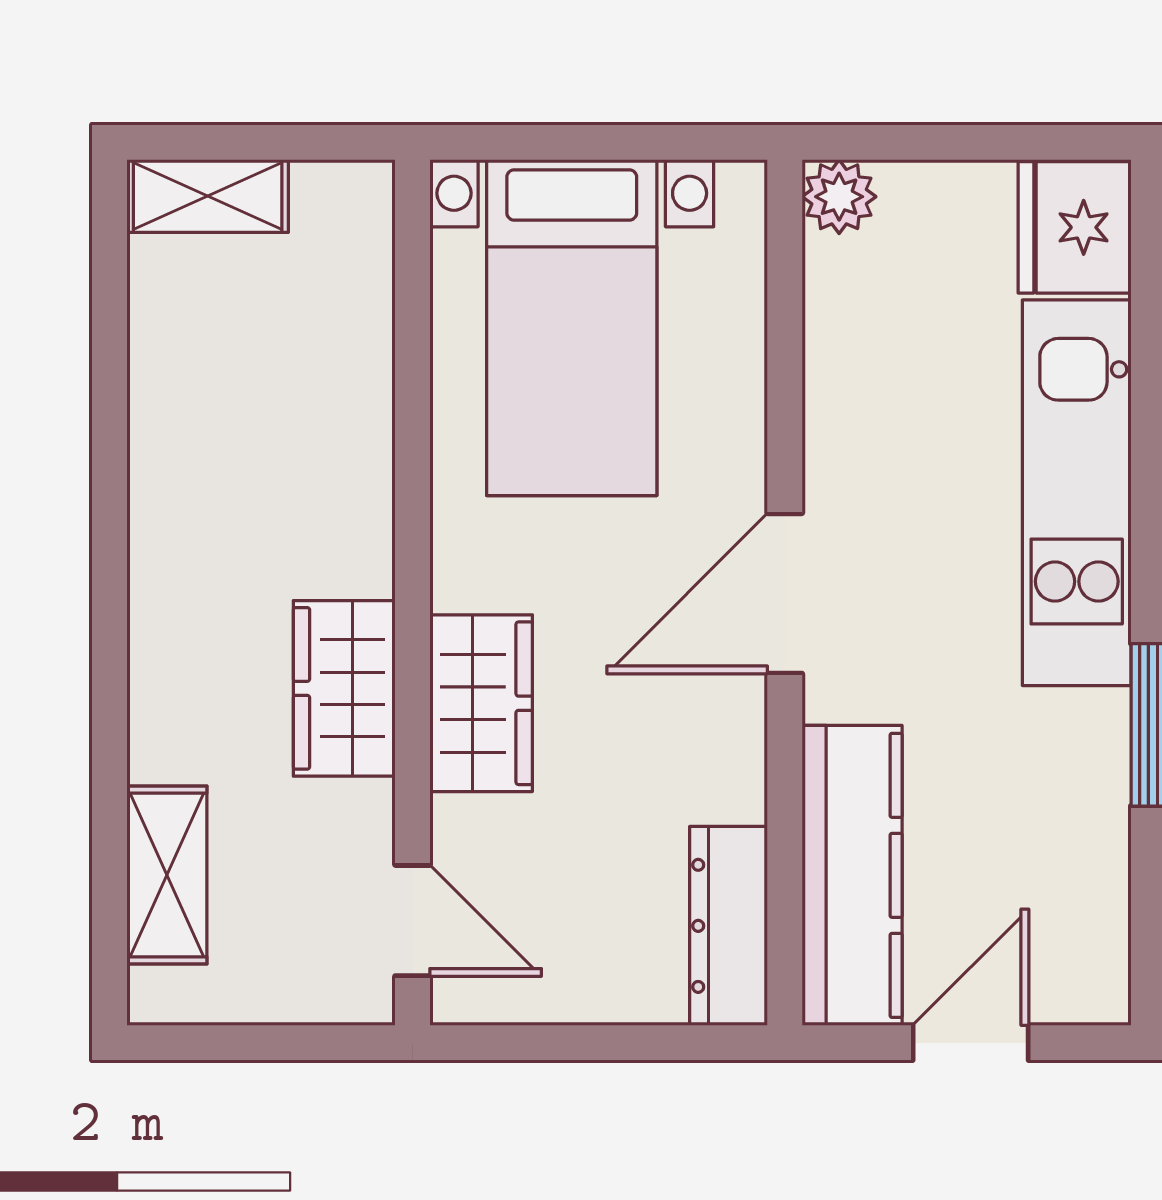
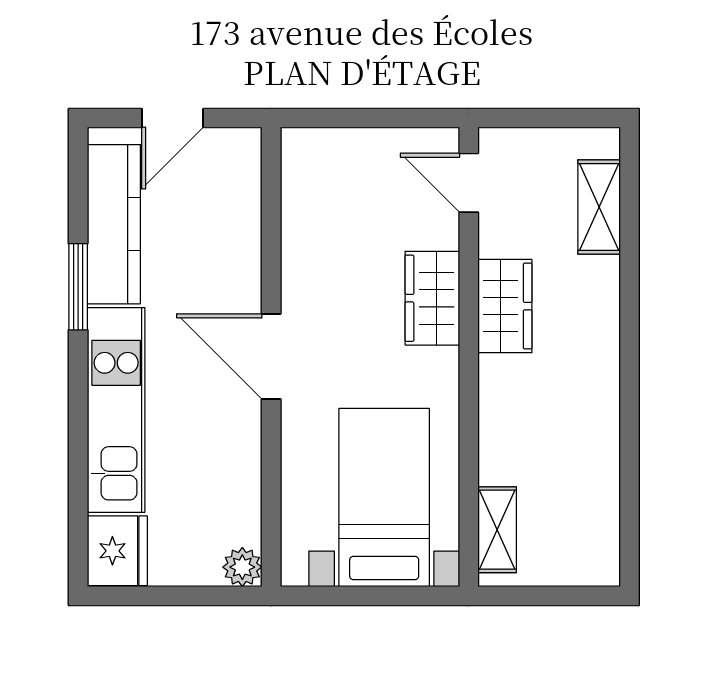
shelving: (208, 196) -> (497, 530), moved, turned 90
door: (785, 593) -> (271, 356), swing flipped
kitchen counter: (852, 875) -> (114, 224), moved, turned 180
dresser: (729, 926) -> (301, 180), removed

